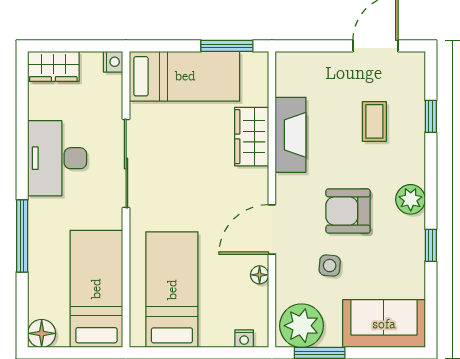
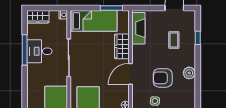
fireplace: (291, 135) -> (138, 28), moved
desk: (57, 158) -> (39, 51), width x0.73
door: (272, 229) -> (130, 74), moved
window: (22, 236) -> (25, 50), moved
window: (431, 245) -> (198, 92), removed

